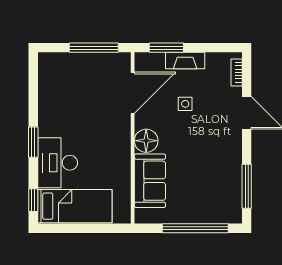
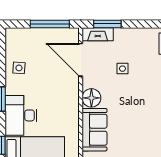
fireplace: (185, 61) -> (98, 34), moved
door: (133, 93) -> (81, 60), swing flipped
side table: (55, 103) -> (19, 68), added

